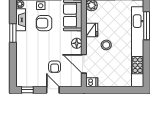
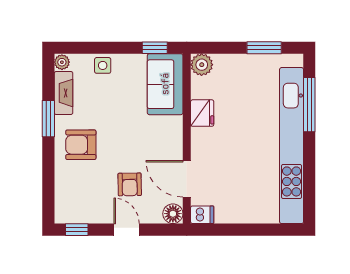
armchair: (44, 23) -> (81, 145), moved
floor lamp: (77, 43) -> (173, 214), moved
stool: (106, 45) -> (230, 142), removed

